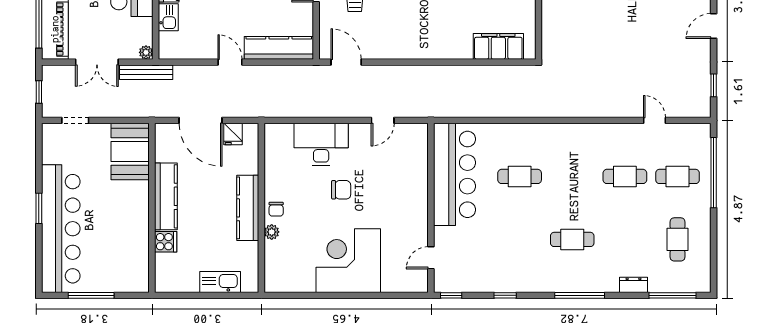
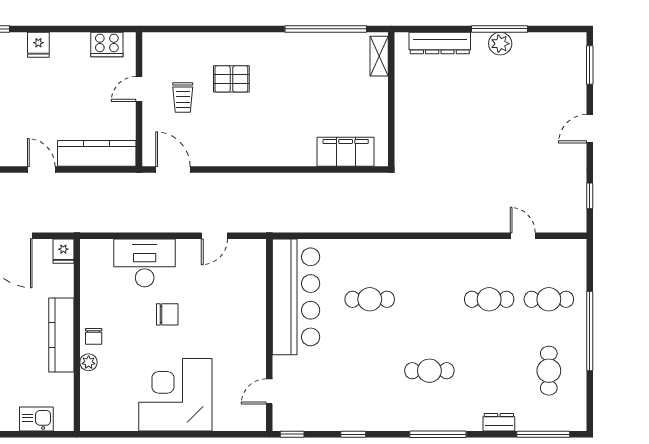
fridge: (233, 134) -> (63, 251), moved
window: (714, 173) -> (590, 331), moved
kitchen sink: (220, 282) -> (36, 419), width x0.73

